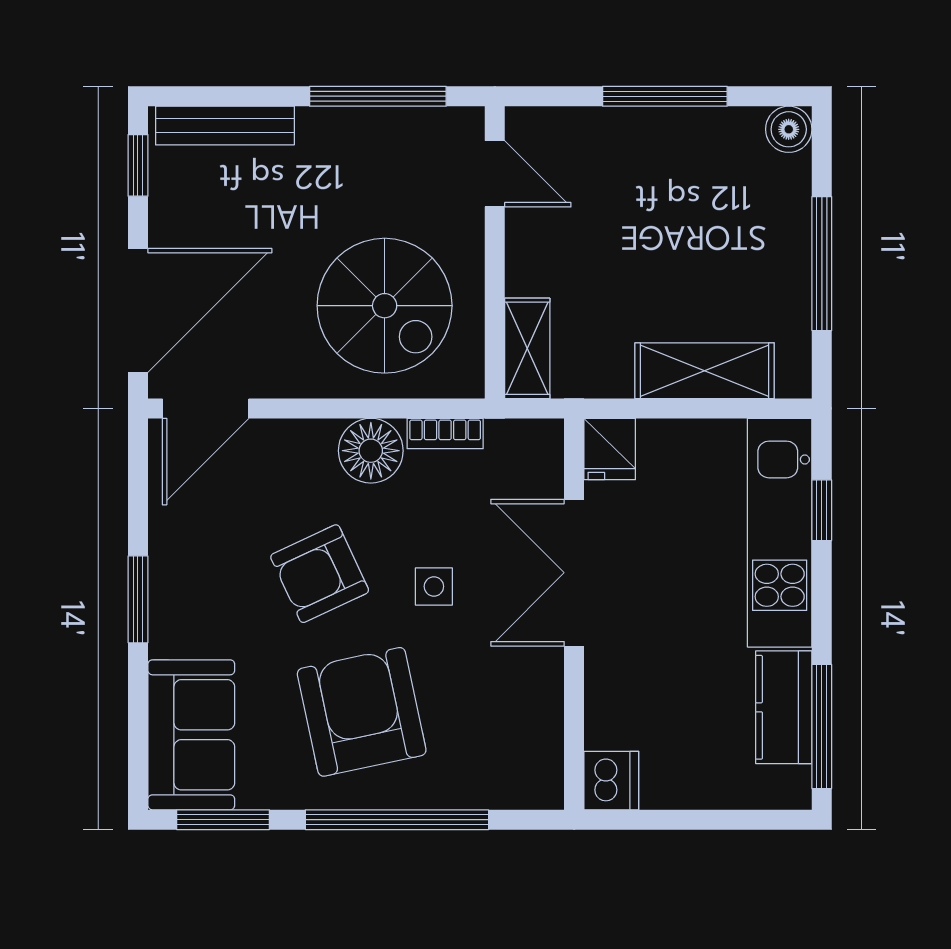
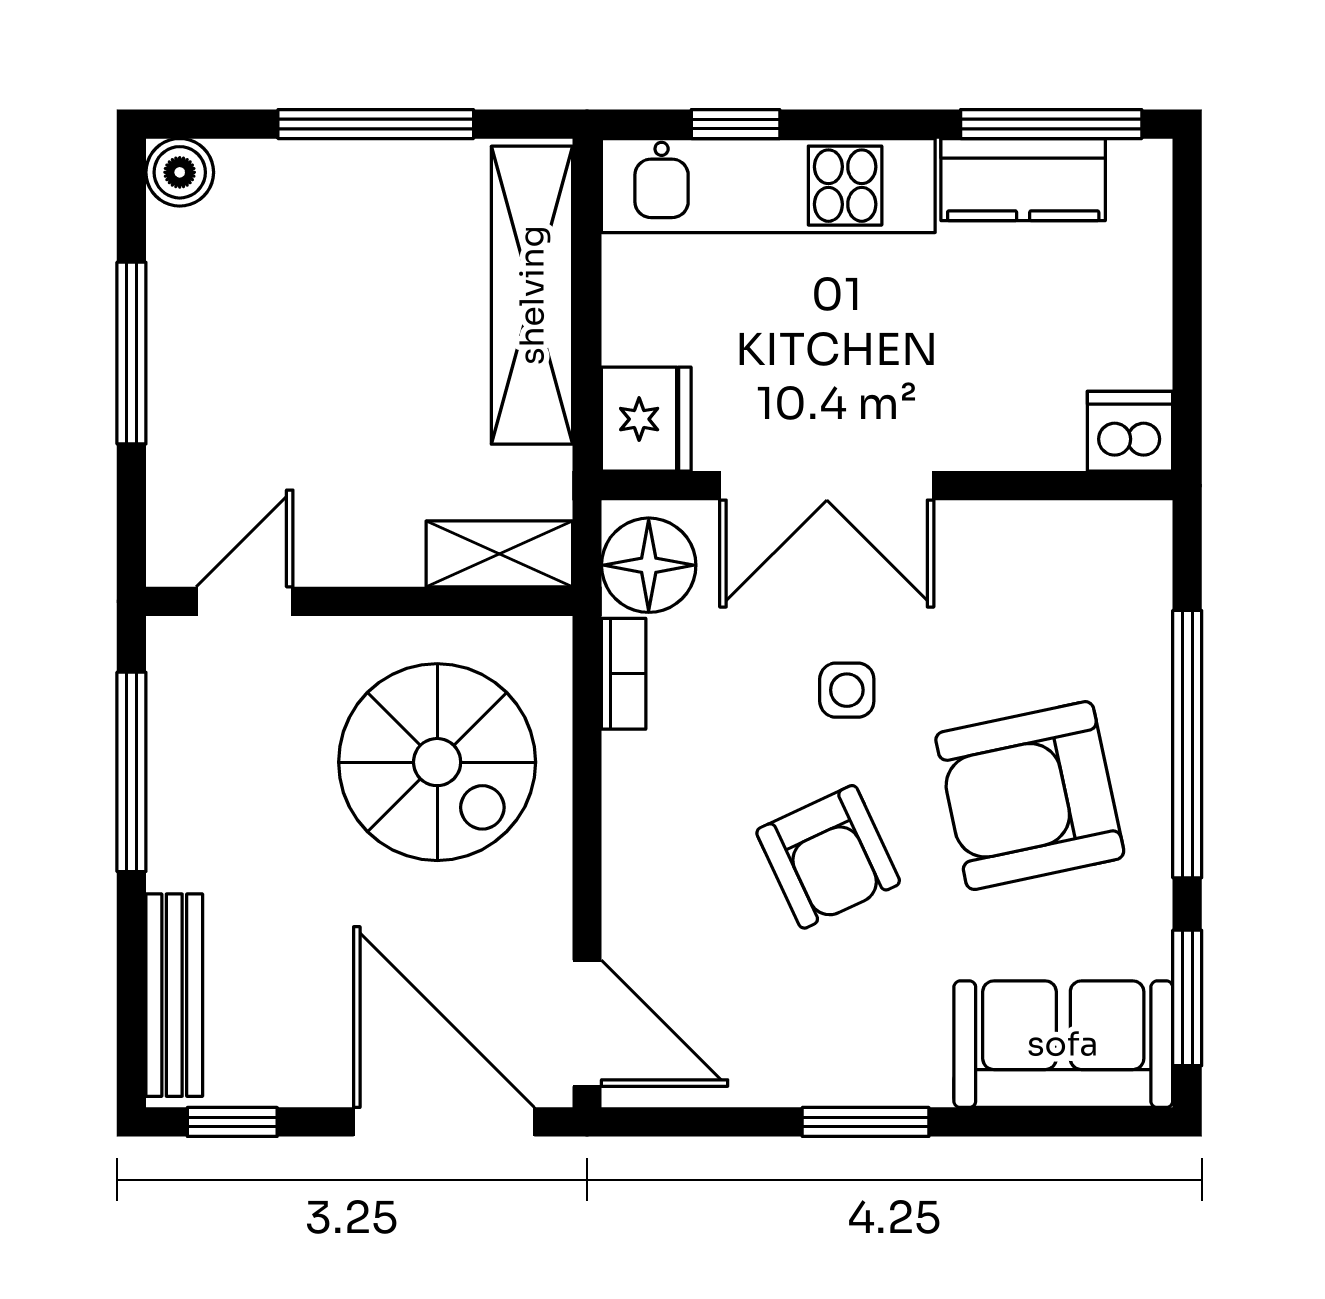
spiral stairs: (385, 306) -> (437, 762), turned 90
shelving: (705, 371) -> (532, 295), width x1.47
fridge: (610, 449) -> (646, 419), width x1.38
floor lamp: (371, 451) -> (649, 565), moved

